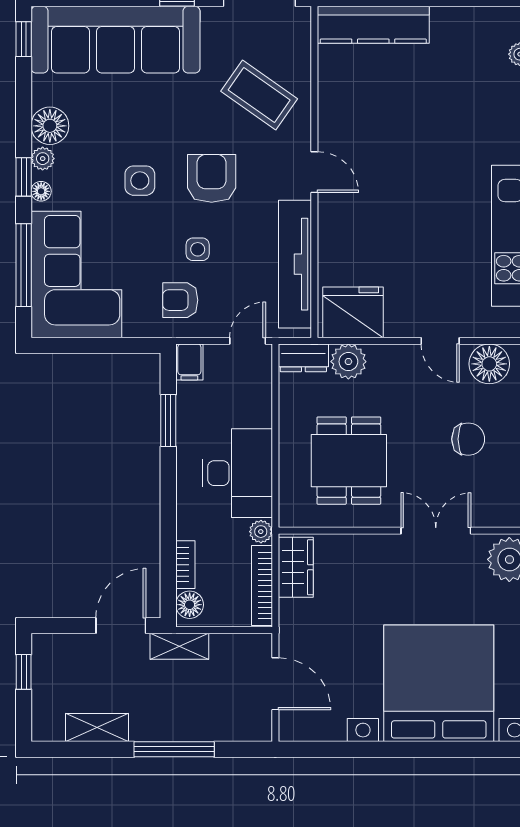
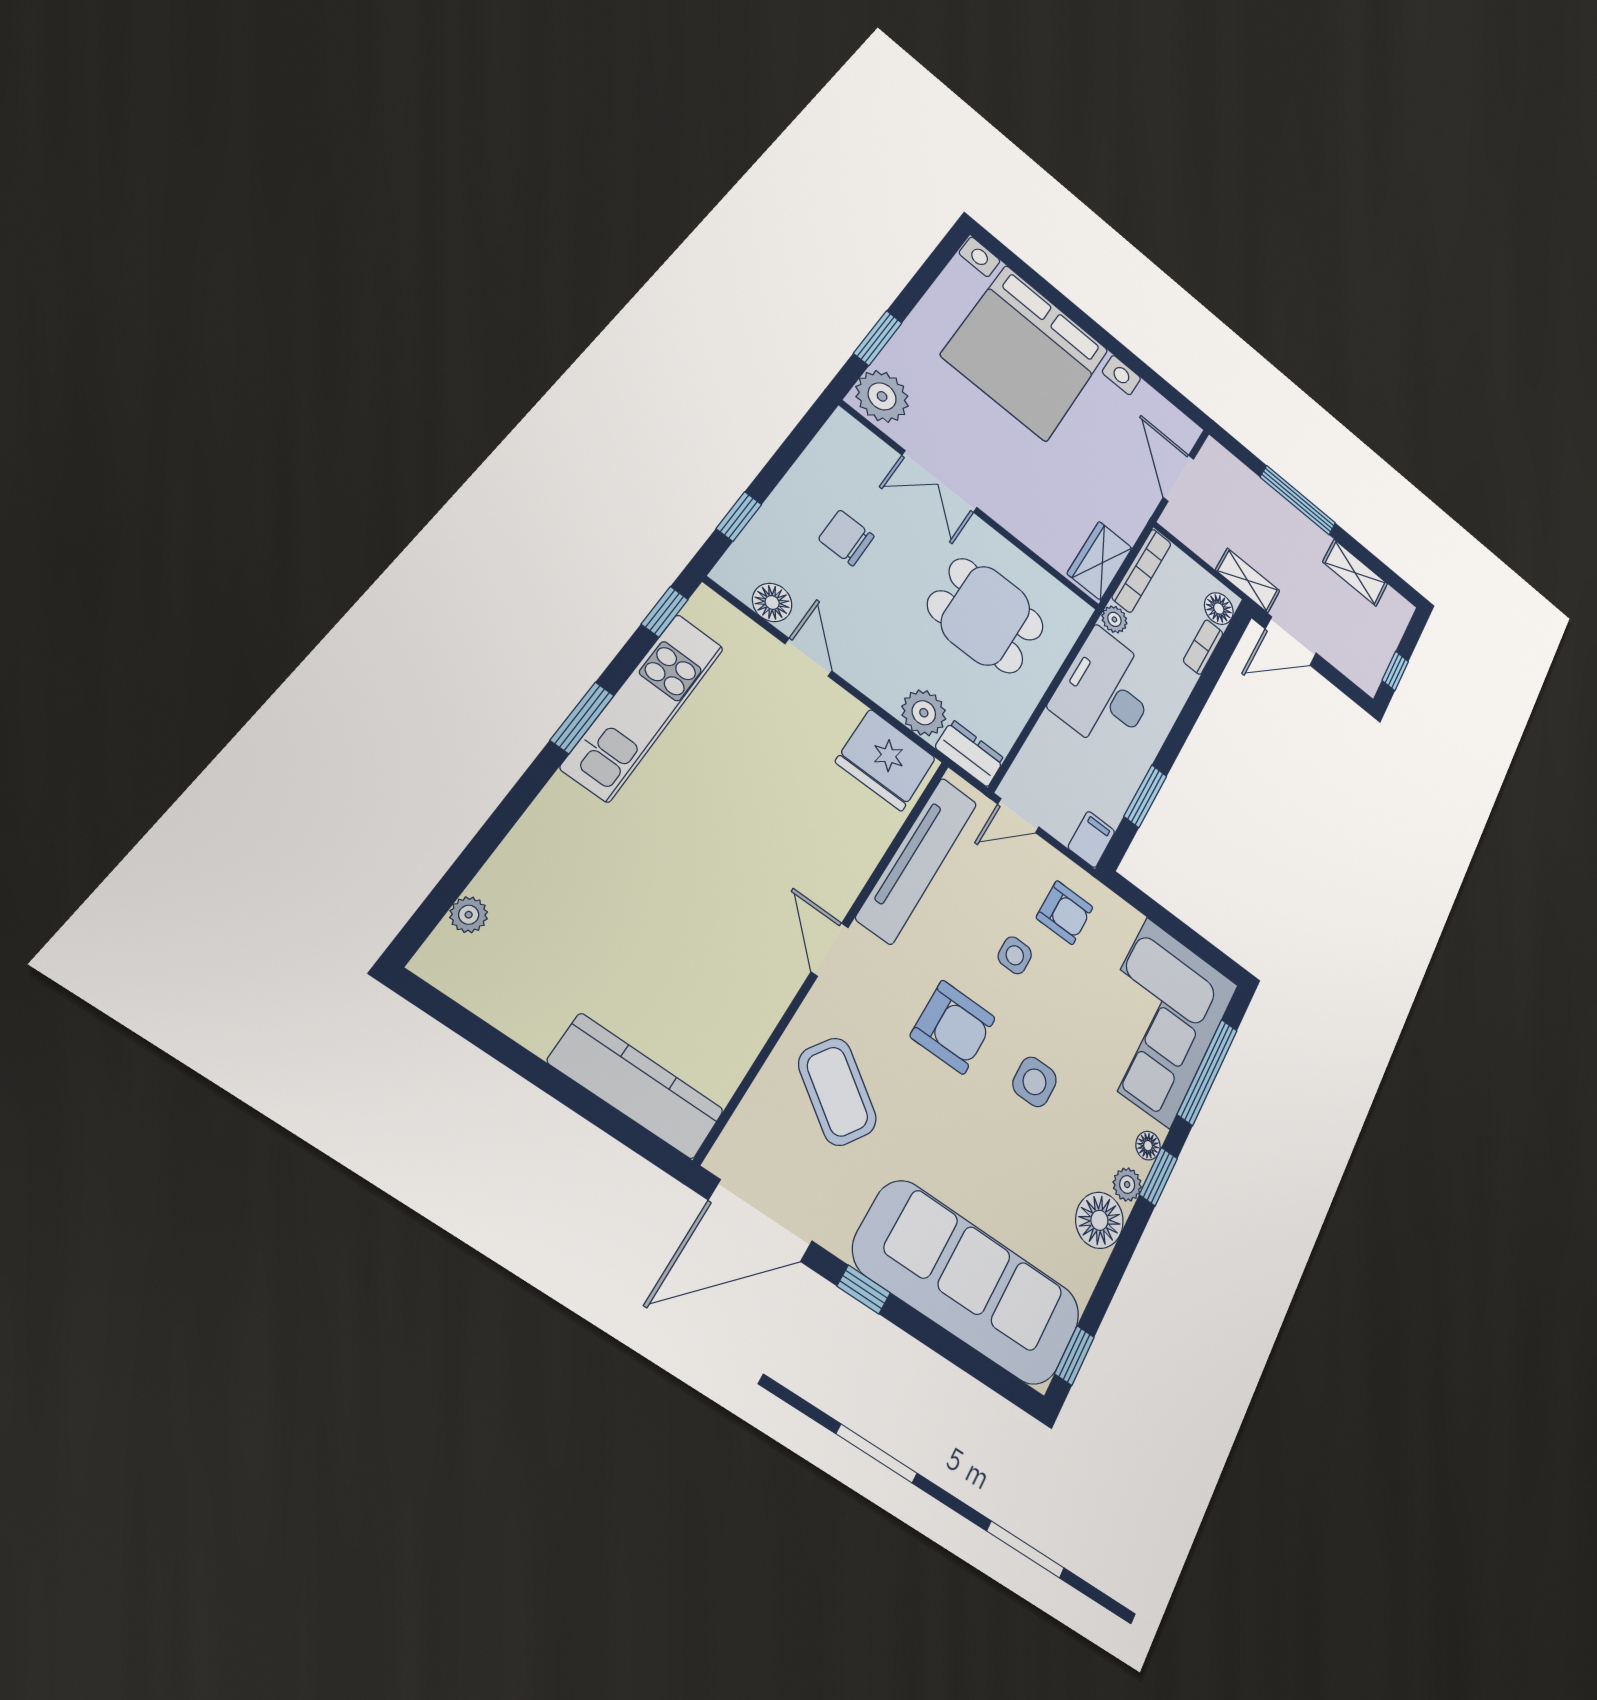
armchair: (212, 178) -> (953, 1027), turned -90
floor lamp: (489, 364) -> (772, 602), width x0.73, depth x0.73
dining table: (349, 461) -> (986, 616), turned 90

